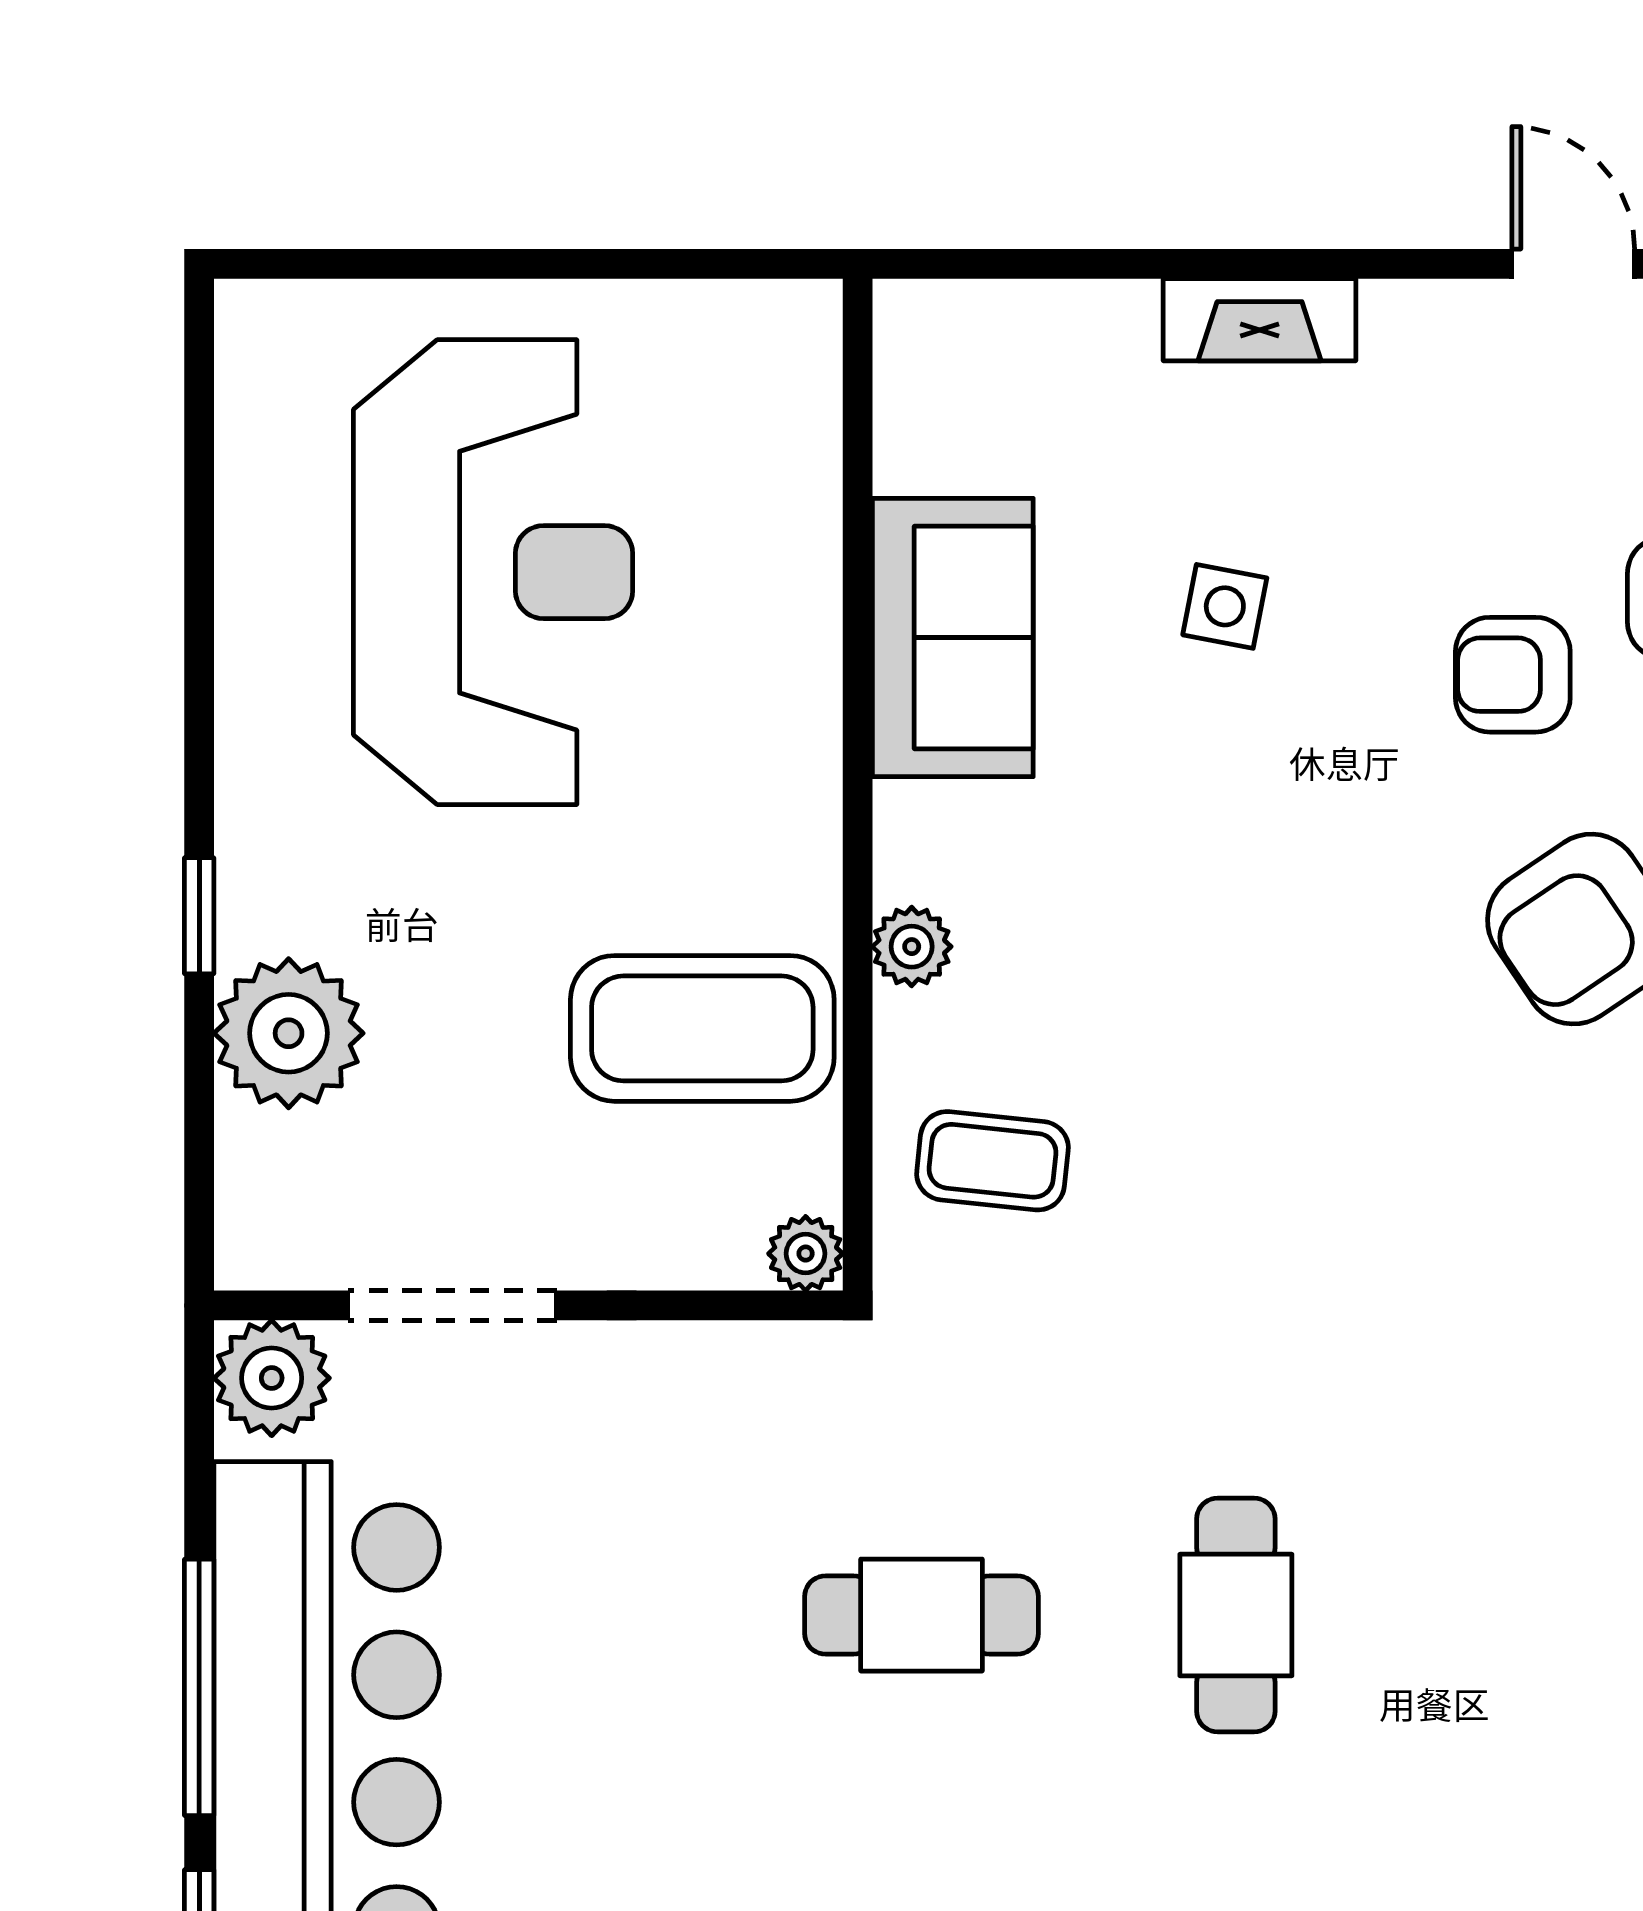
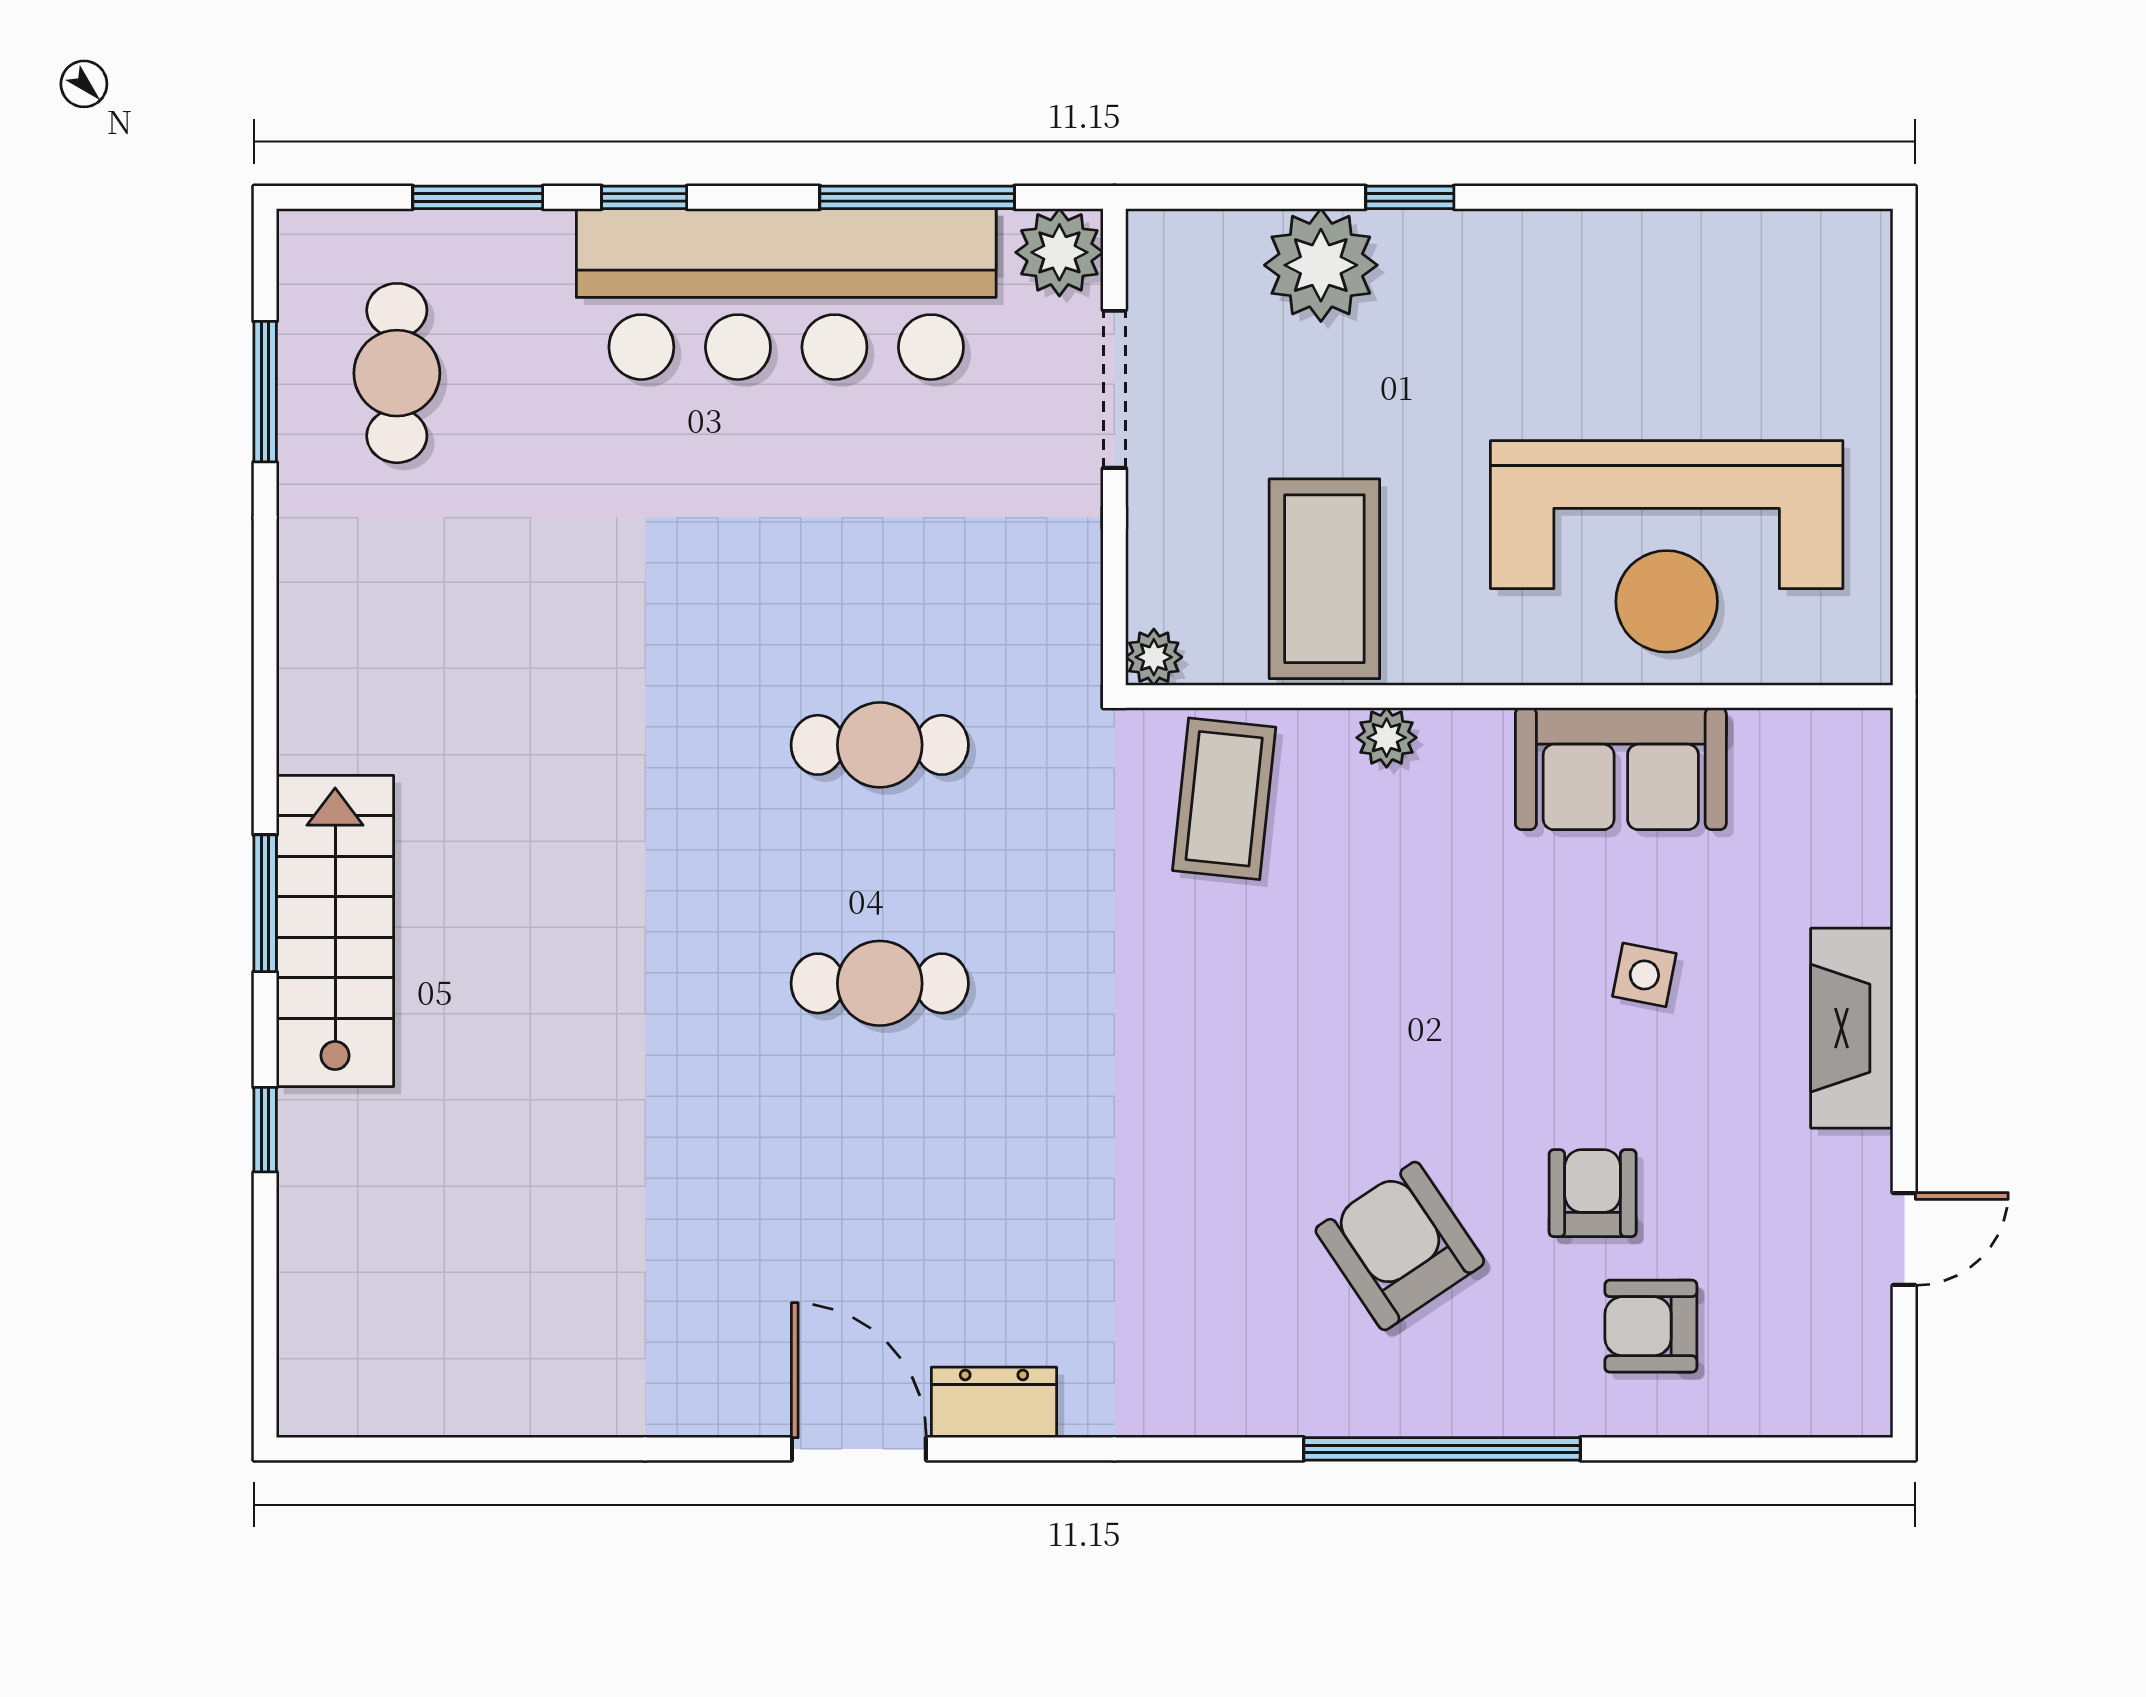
fireplace: (1260, 320) -> (1852, 1028), width x1.37, depth x1.32
reception desk: (493, 572) -> (1667, 546), moved
coffee table: (992, 1161) -> (1224, 799), width x1.36, depth x1.30
cafe table: (921, 1615) -> (880, 745), turned 90
window: (199, 1687) -> (917, 197), moved

